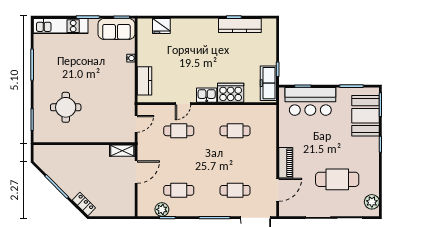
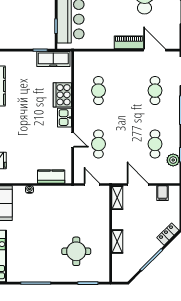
shelving: (76, 151) -> (117, 241), added
filing cabinet: (127, 198) -> (162, 193), added

